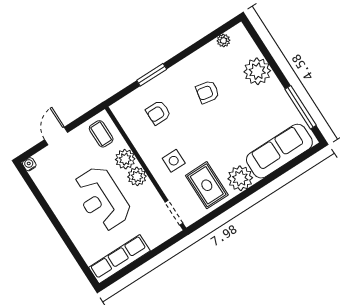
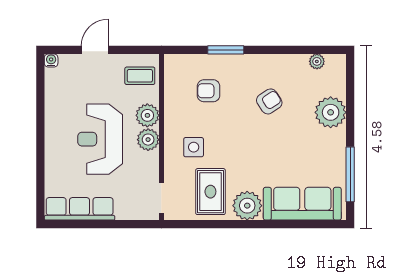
armchair: (207, 92) -> (269, 101), turned 136
coffee table: (101, 134) -> (140, 76), turned 90

